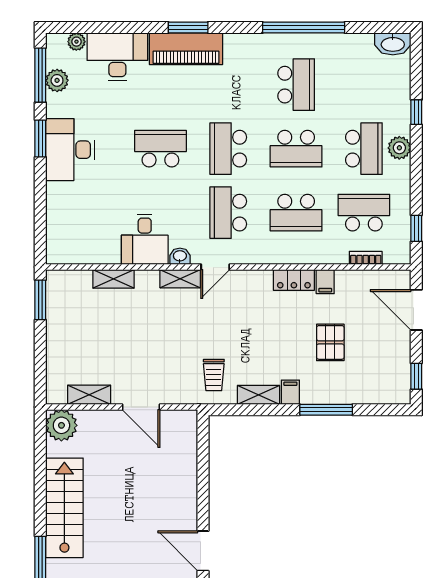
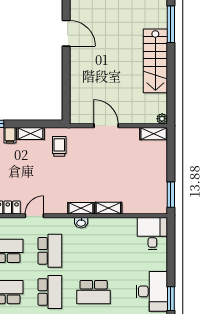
desk: (145, 239) -> (152, 234), moved
door: (215, 267) -> (34, 216), moved
shelving: (114, 279) -> (108, 208), moved
shelving: (89, 395) -> (154, 134), moved
plant: (61, 425) -> (162, 119), width x0.53, depth x0.53

